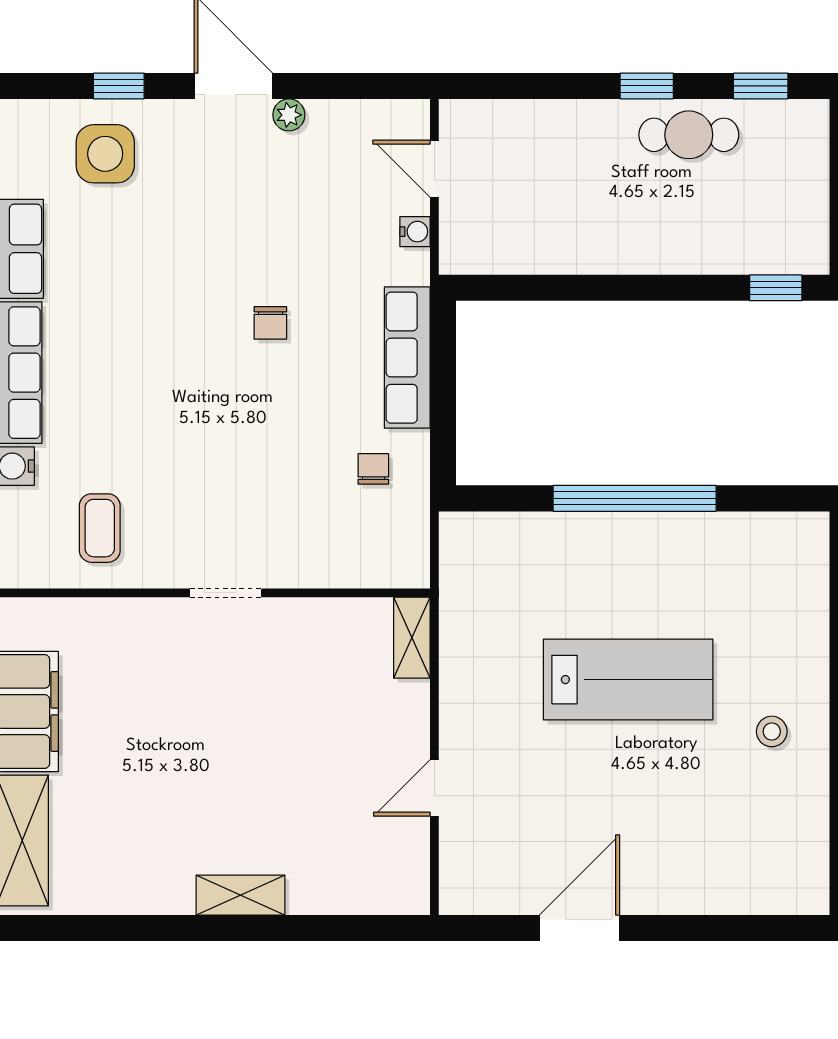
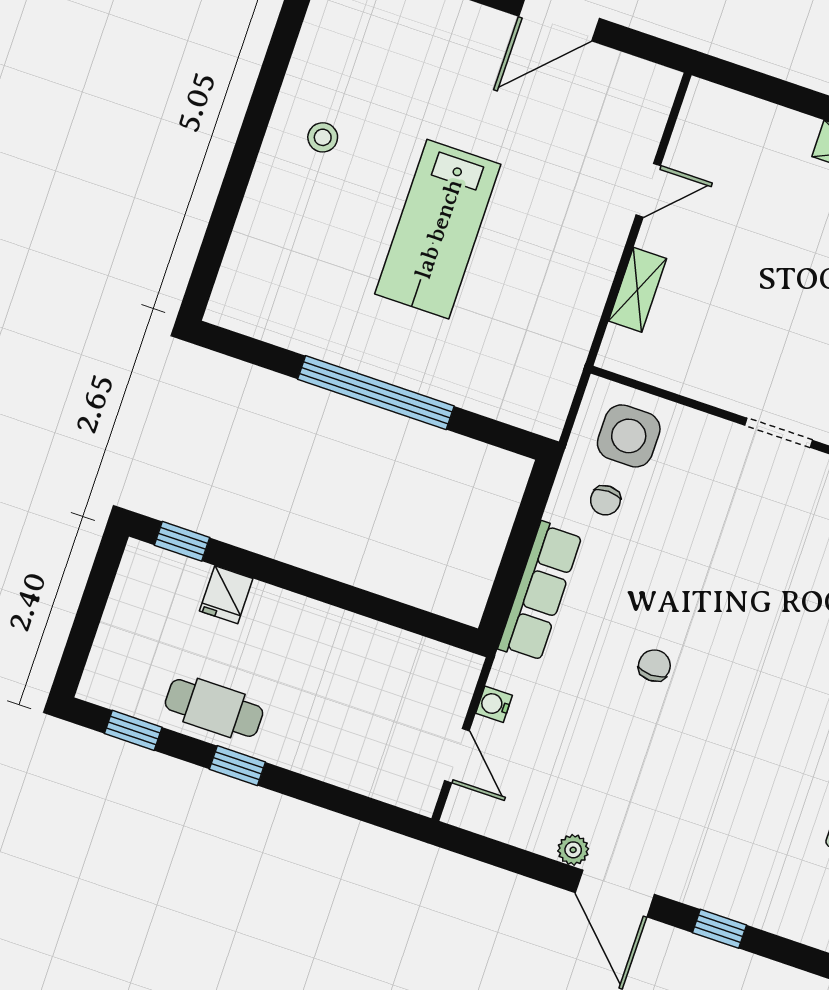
side table: (105, 154) -> (629, 436), moved
fridge: (715, 250) -> (226, 595), added
shelving: (412, 638) -> (638, 290), moved
lab bench: (628, 680) -> (438, 229), turned -90

